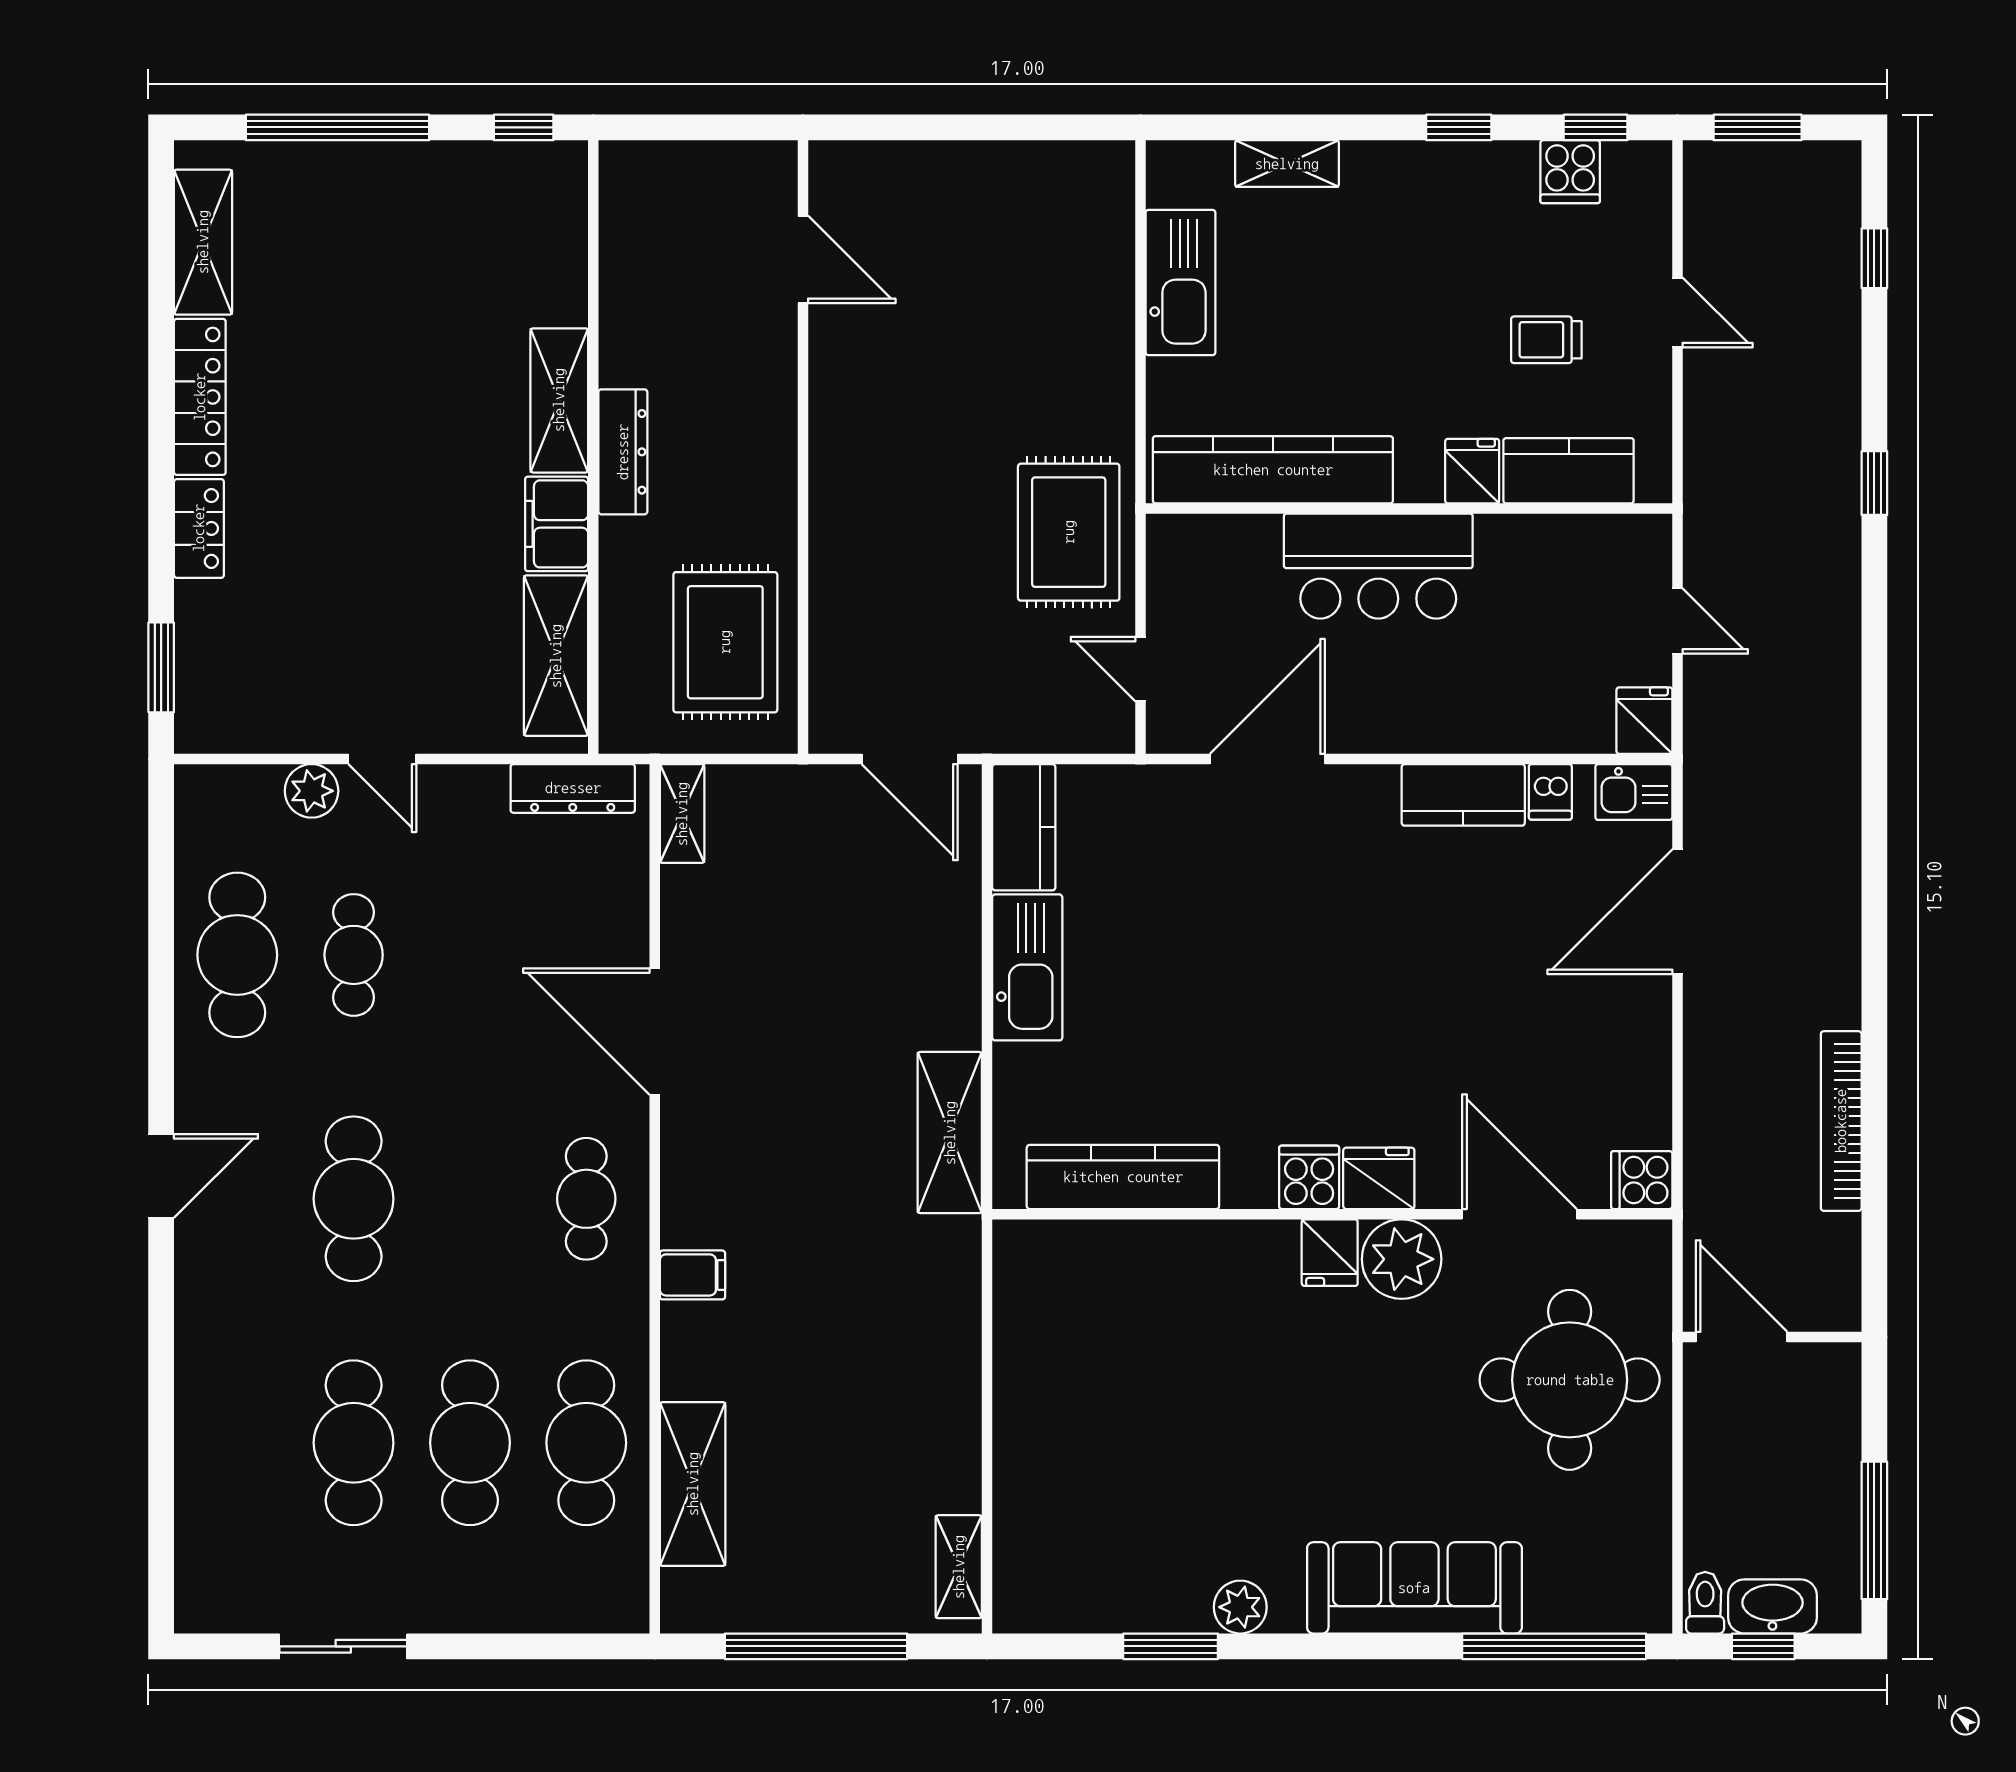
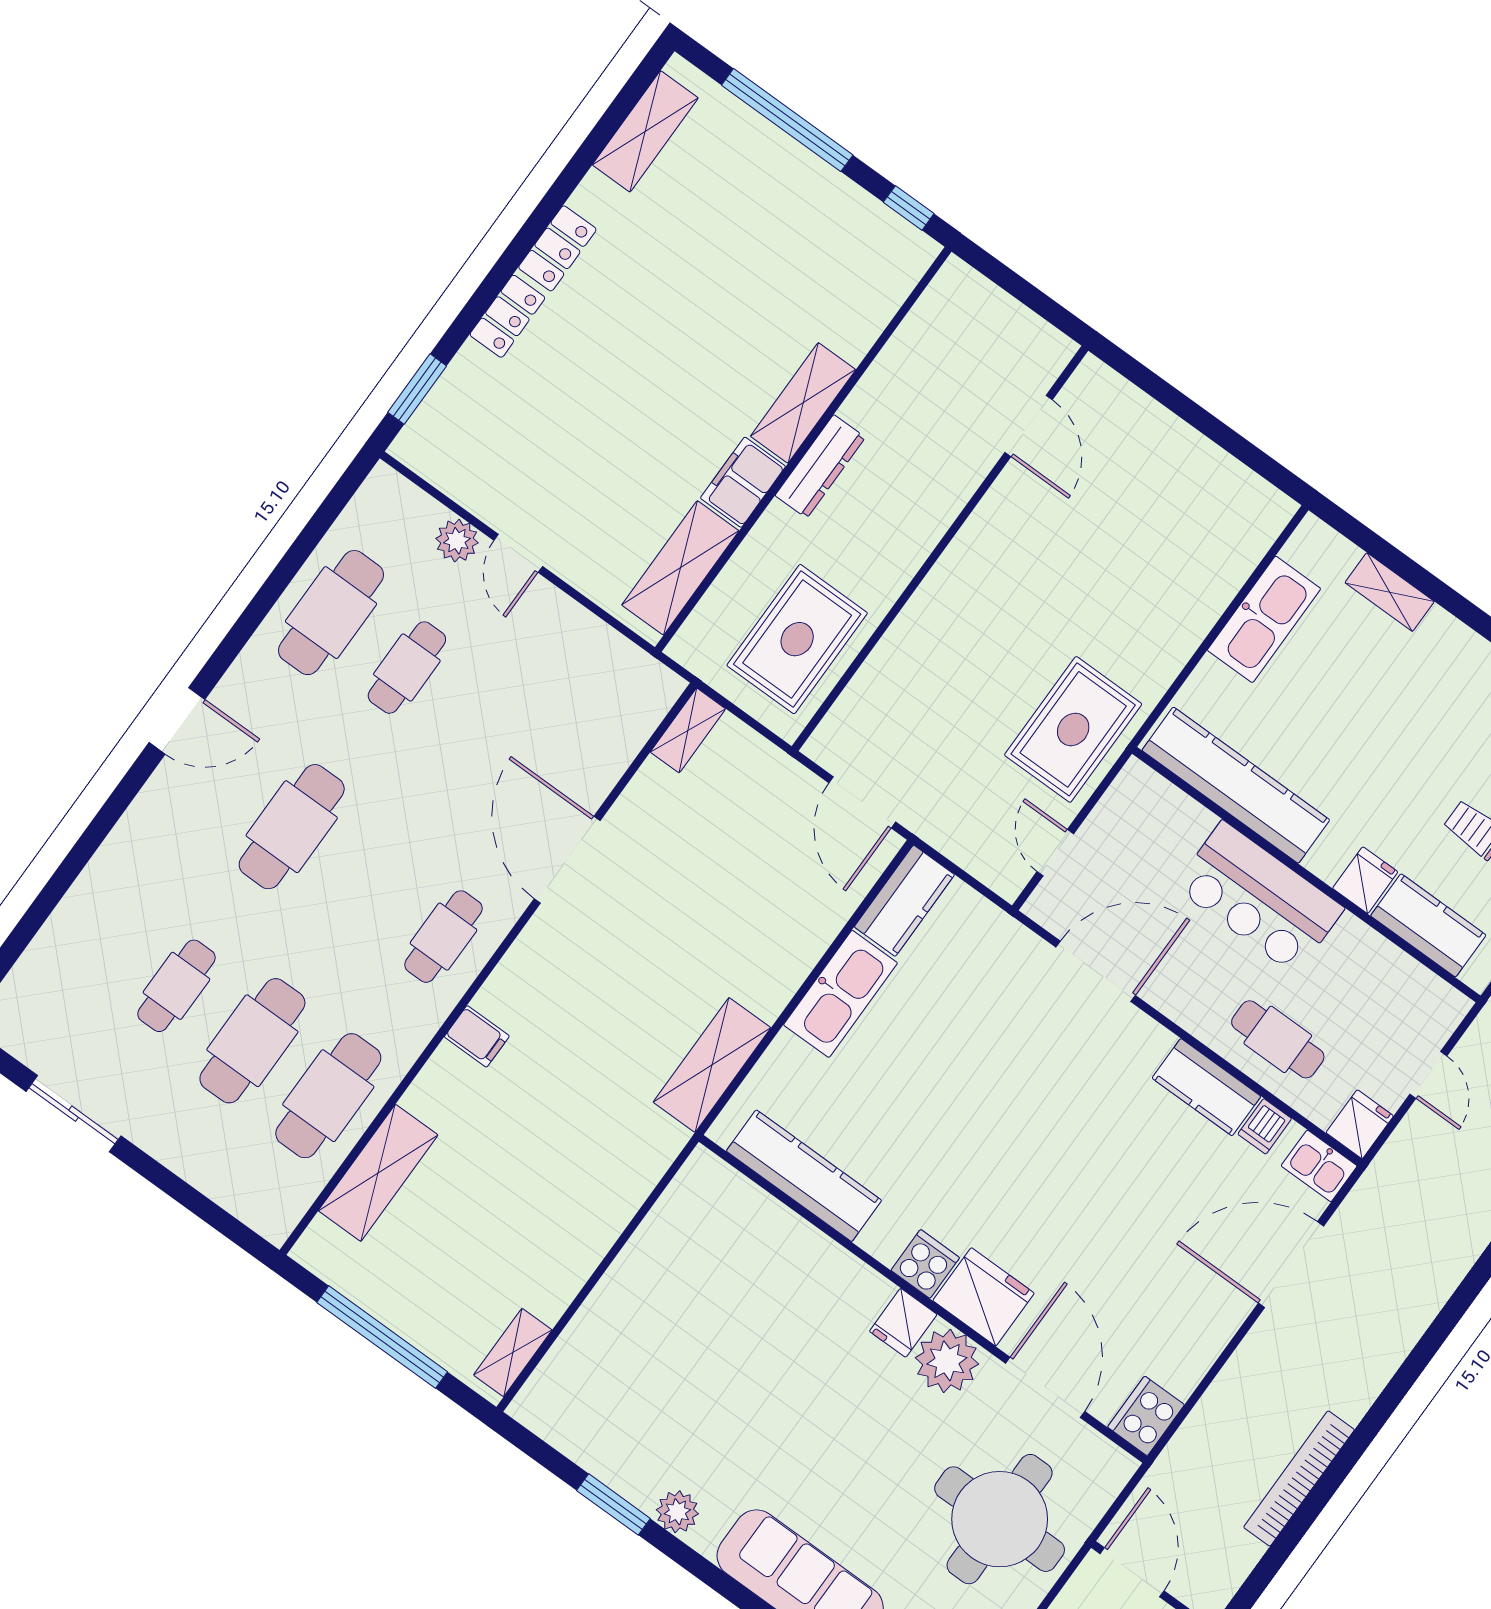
locker: (200, 397) -> (557, 248), width x0.66
cafe table: (1500, 695) -> (1278, 1039), added
dresser: (573, 788) -> (628, 662), removed
fridge: (1379, 1178) -> (984, 1297), width x1.36, depth x1.34
cooker: (1642, 1180) -> (1146, 1416), width x1.36
cafe table: (354, 1443) -> (176, 986), width x0.73, depth x0.74

